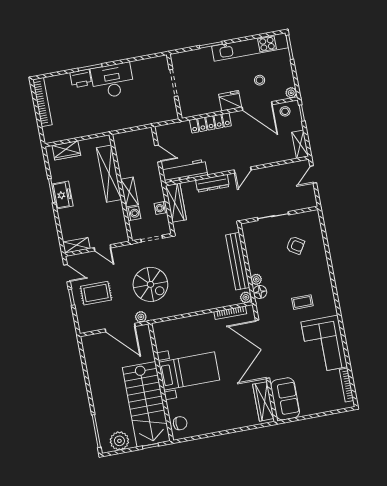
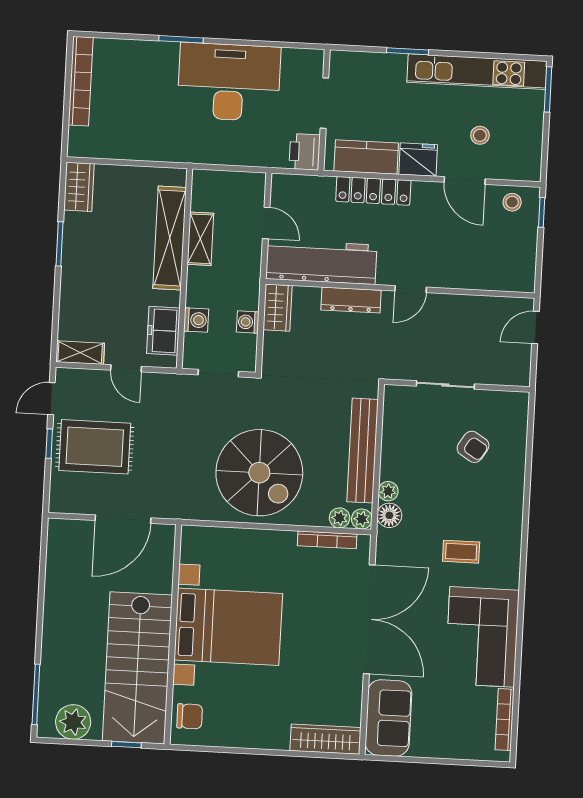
printer: (81, 79) -> (305, 152), moved, turned 90
desk: (112, 81) -> (229, 82), width x1.36, depth x1.30
plant: (291, 93) -> (531, 171), removed
kitchen counter: (202, 106) -> (366, 157), added
door: (257, 106) -> (465, 180), width x0.73
shelving: (300, 144) -> (525, 268), removed
wardrobe: (66, 150) -> (79, 187), moved, turned -90
workbench: (185, 171) -> (321, 262), width x1.36, depth x1.32
shelving: (129, 192) -> (200, 239), moved
freezer: (62, 195) -> (163, 331), moved, turned 180
wardrobe: (176, 203) -> (278, 308), width x0.67
door: (67, 273) -> (51, 399), swing flipped
spiral stairs: (150, 284) -> (259, 473), moved, width x1.37, depth x1.37
rug: (96, 293) -> (95, 447), width x1.36, depth x1.43
plant: (141, 317) -> (340, 518), moved
door: (120, 328) -> (123, 519), hinge flipped
double door: (262, 349) -> (369, 619), swing flipped
bed with nightstands: (189, 371) -> (228, 627), width x1.36
wardrobe: (263, 401) -> (325, 739), moved, turned 90

